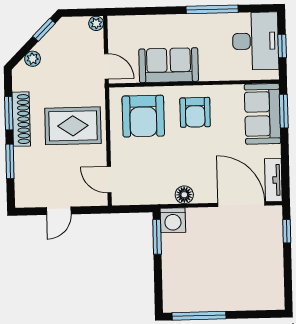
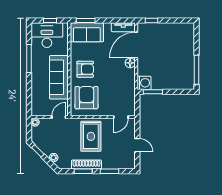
sofa: (169, 65) -> (59, 77), width x1.36
armchair: (143, 116) -> (86, 98), turned -90
floor lamp: (184, 195) -> (130, 63), moved

